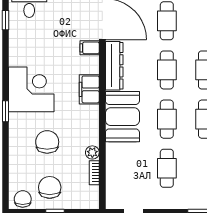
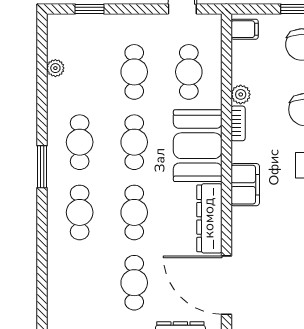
filing cabinet: (90, 48) -> (245, 29), moved
cafe table: (129, 168) -> (189, 72), added
bookcase: (94, 173) -> (238, 123), moved

